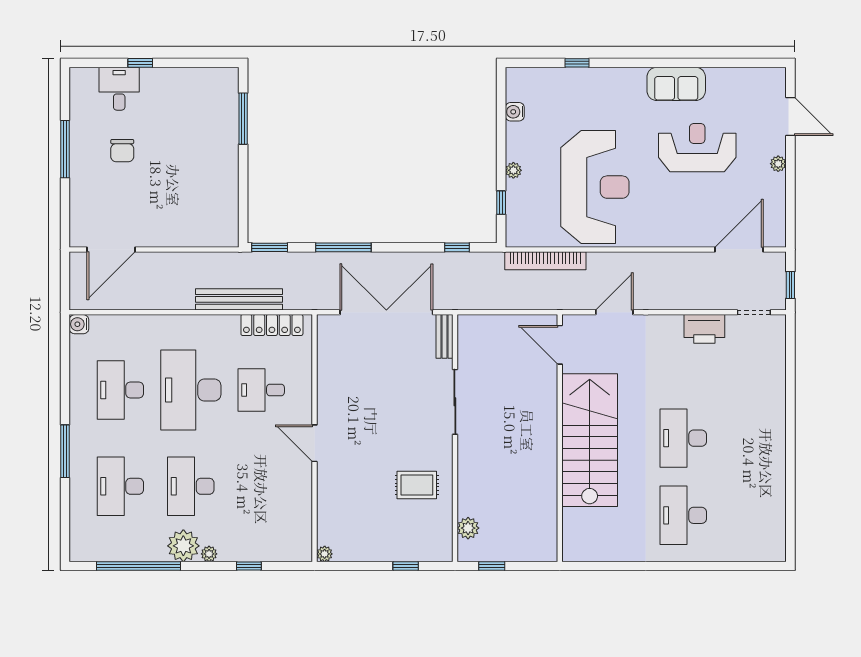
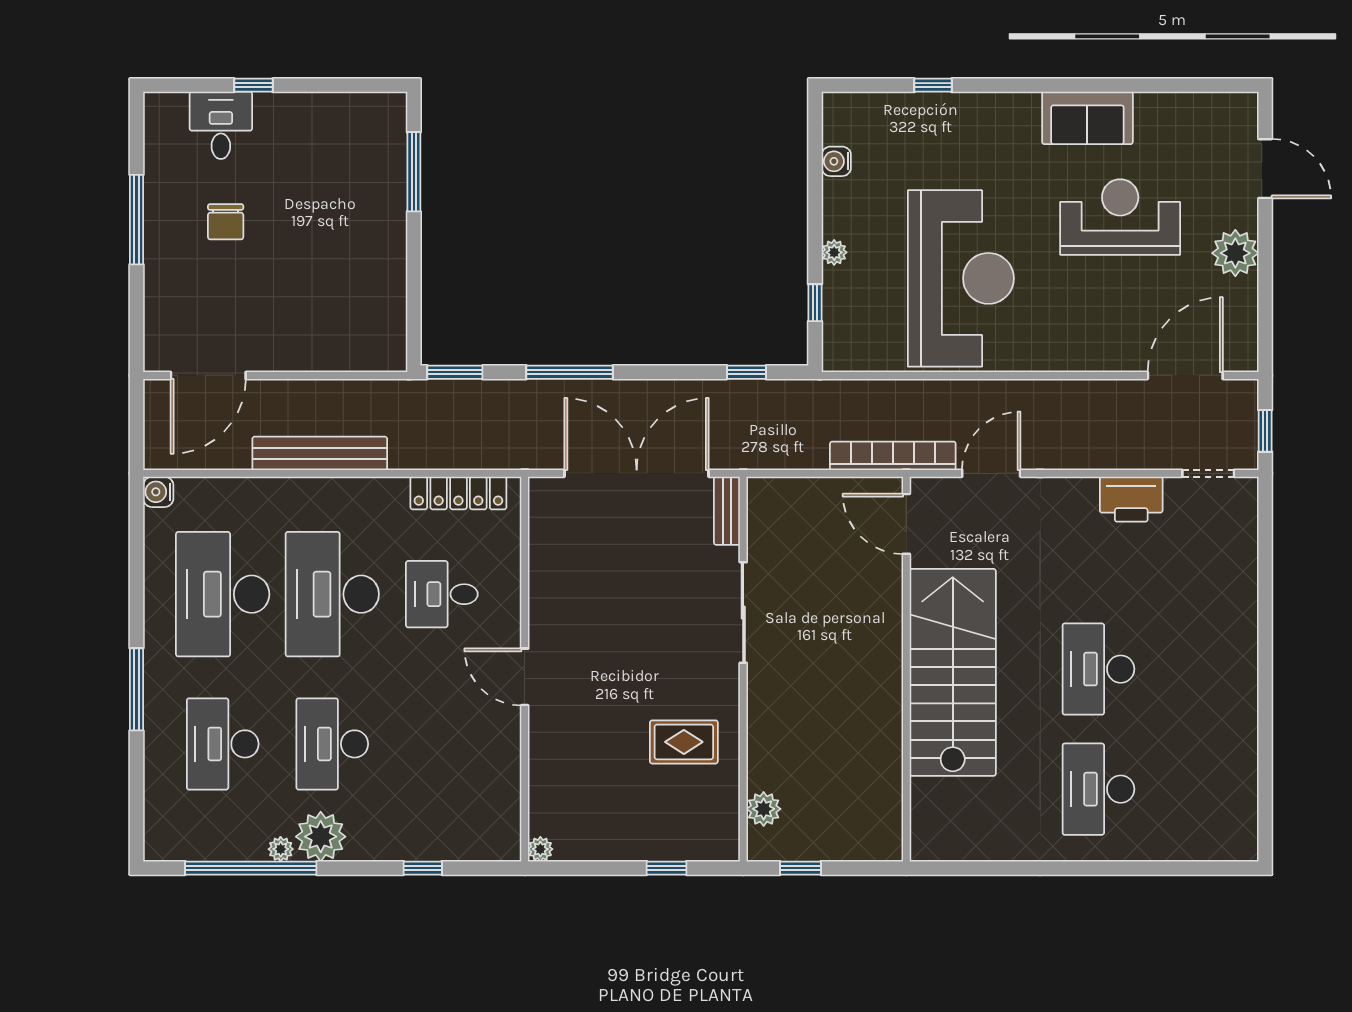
plant: (778, 164) -> (1235, 253), width x1.87, depth x1.87
bookcase: (545, 261) -> (893, 456), moved, turned 180
bench: (239, 299) -> (320, 453), moved
desk: (120, 390) -> (223, 594), width x1.36, depth x1.30
plant: (209, 554) -> (281, 849), moved

